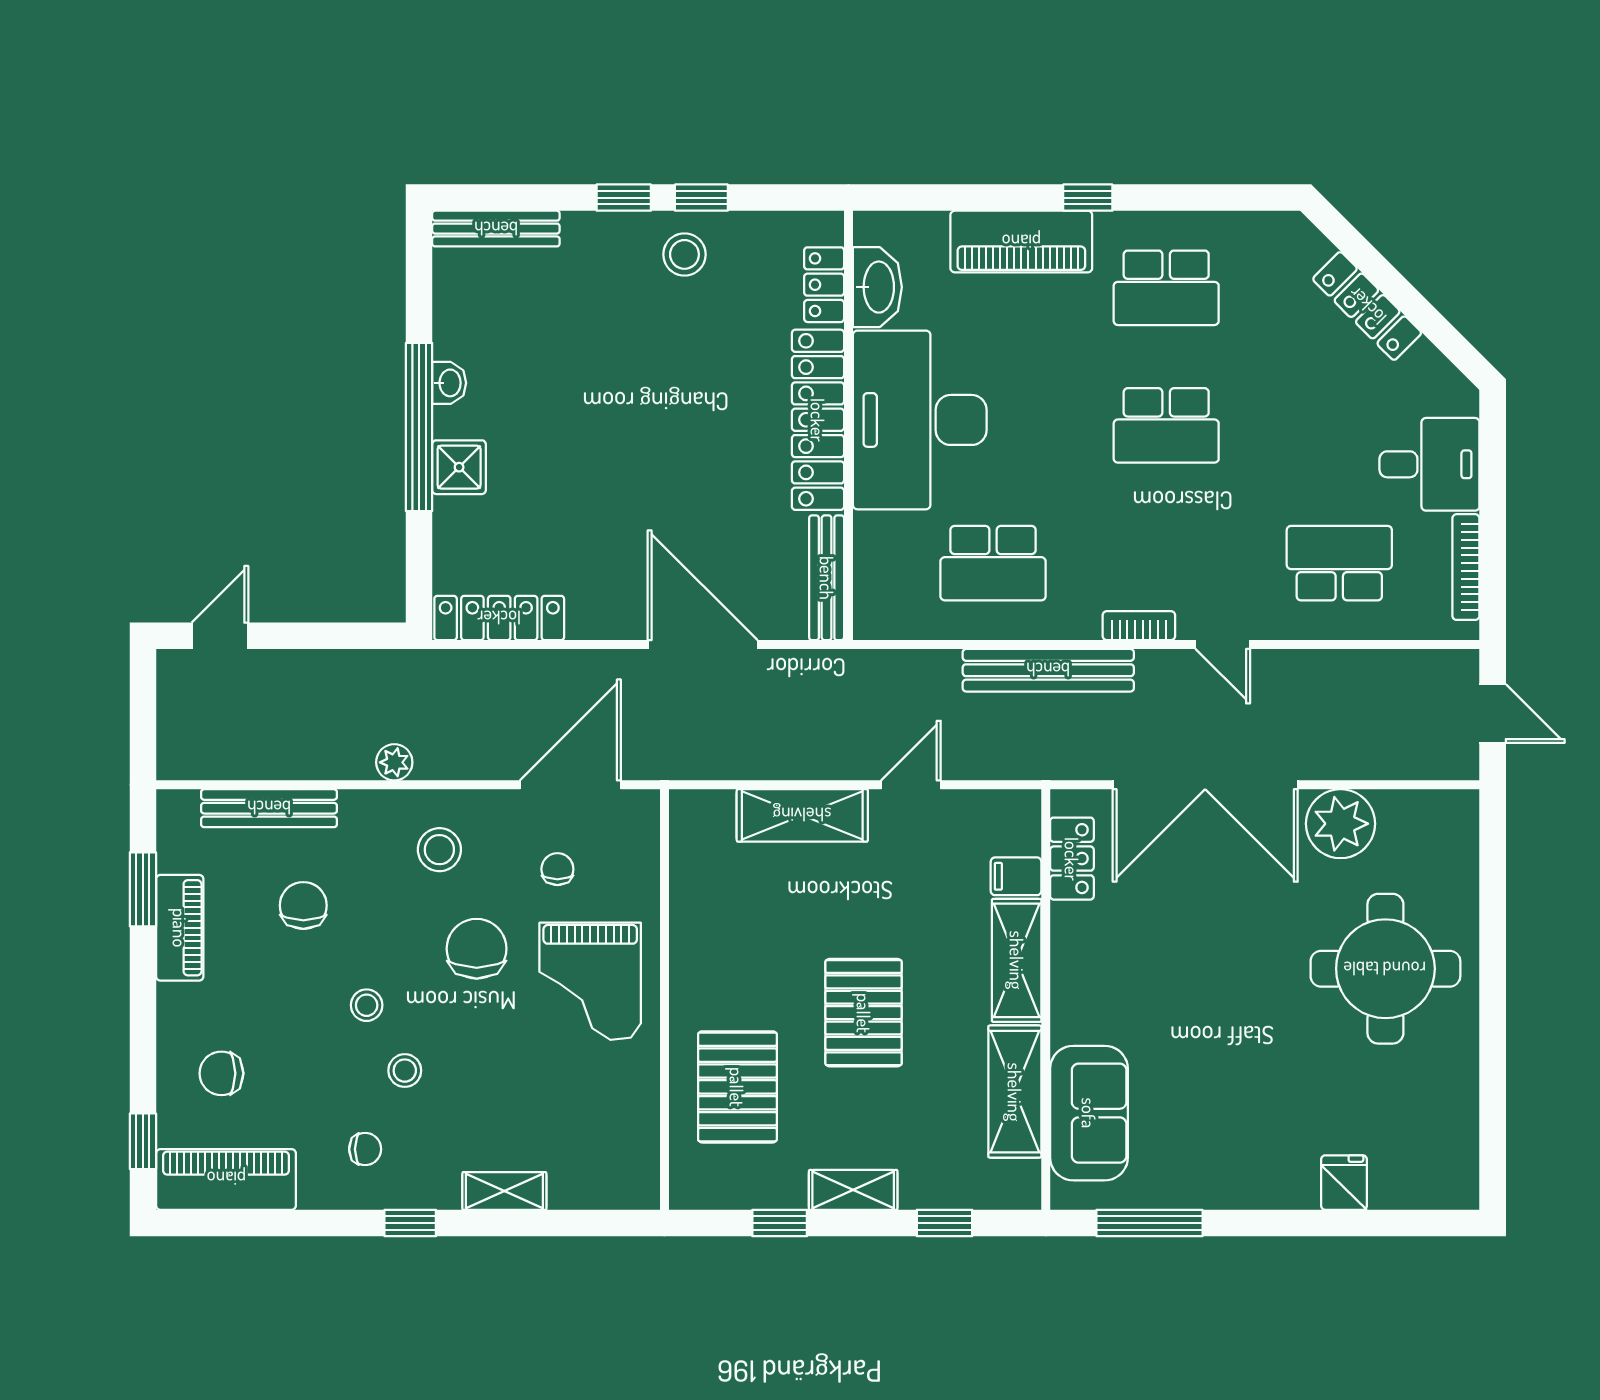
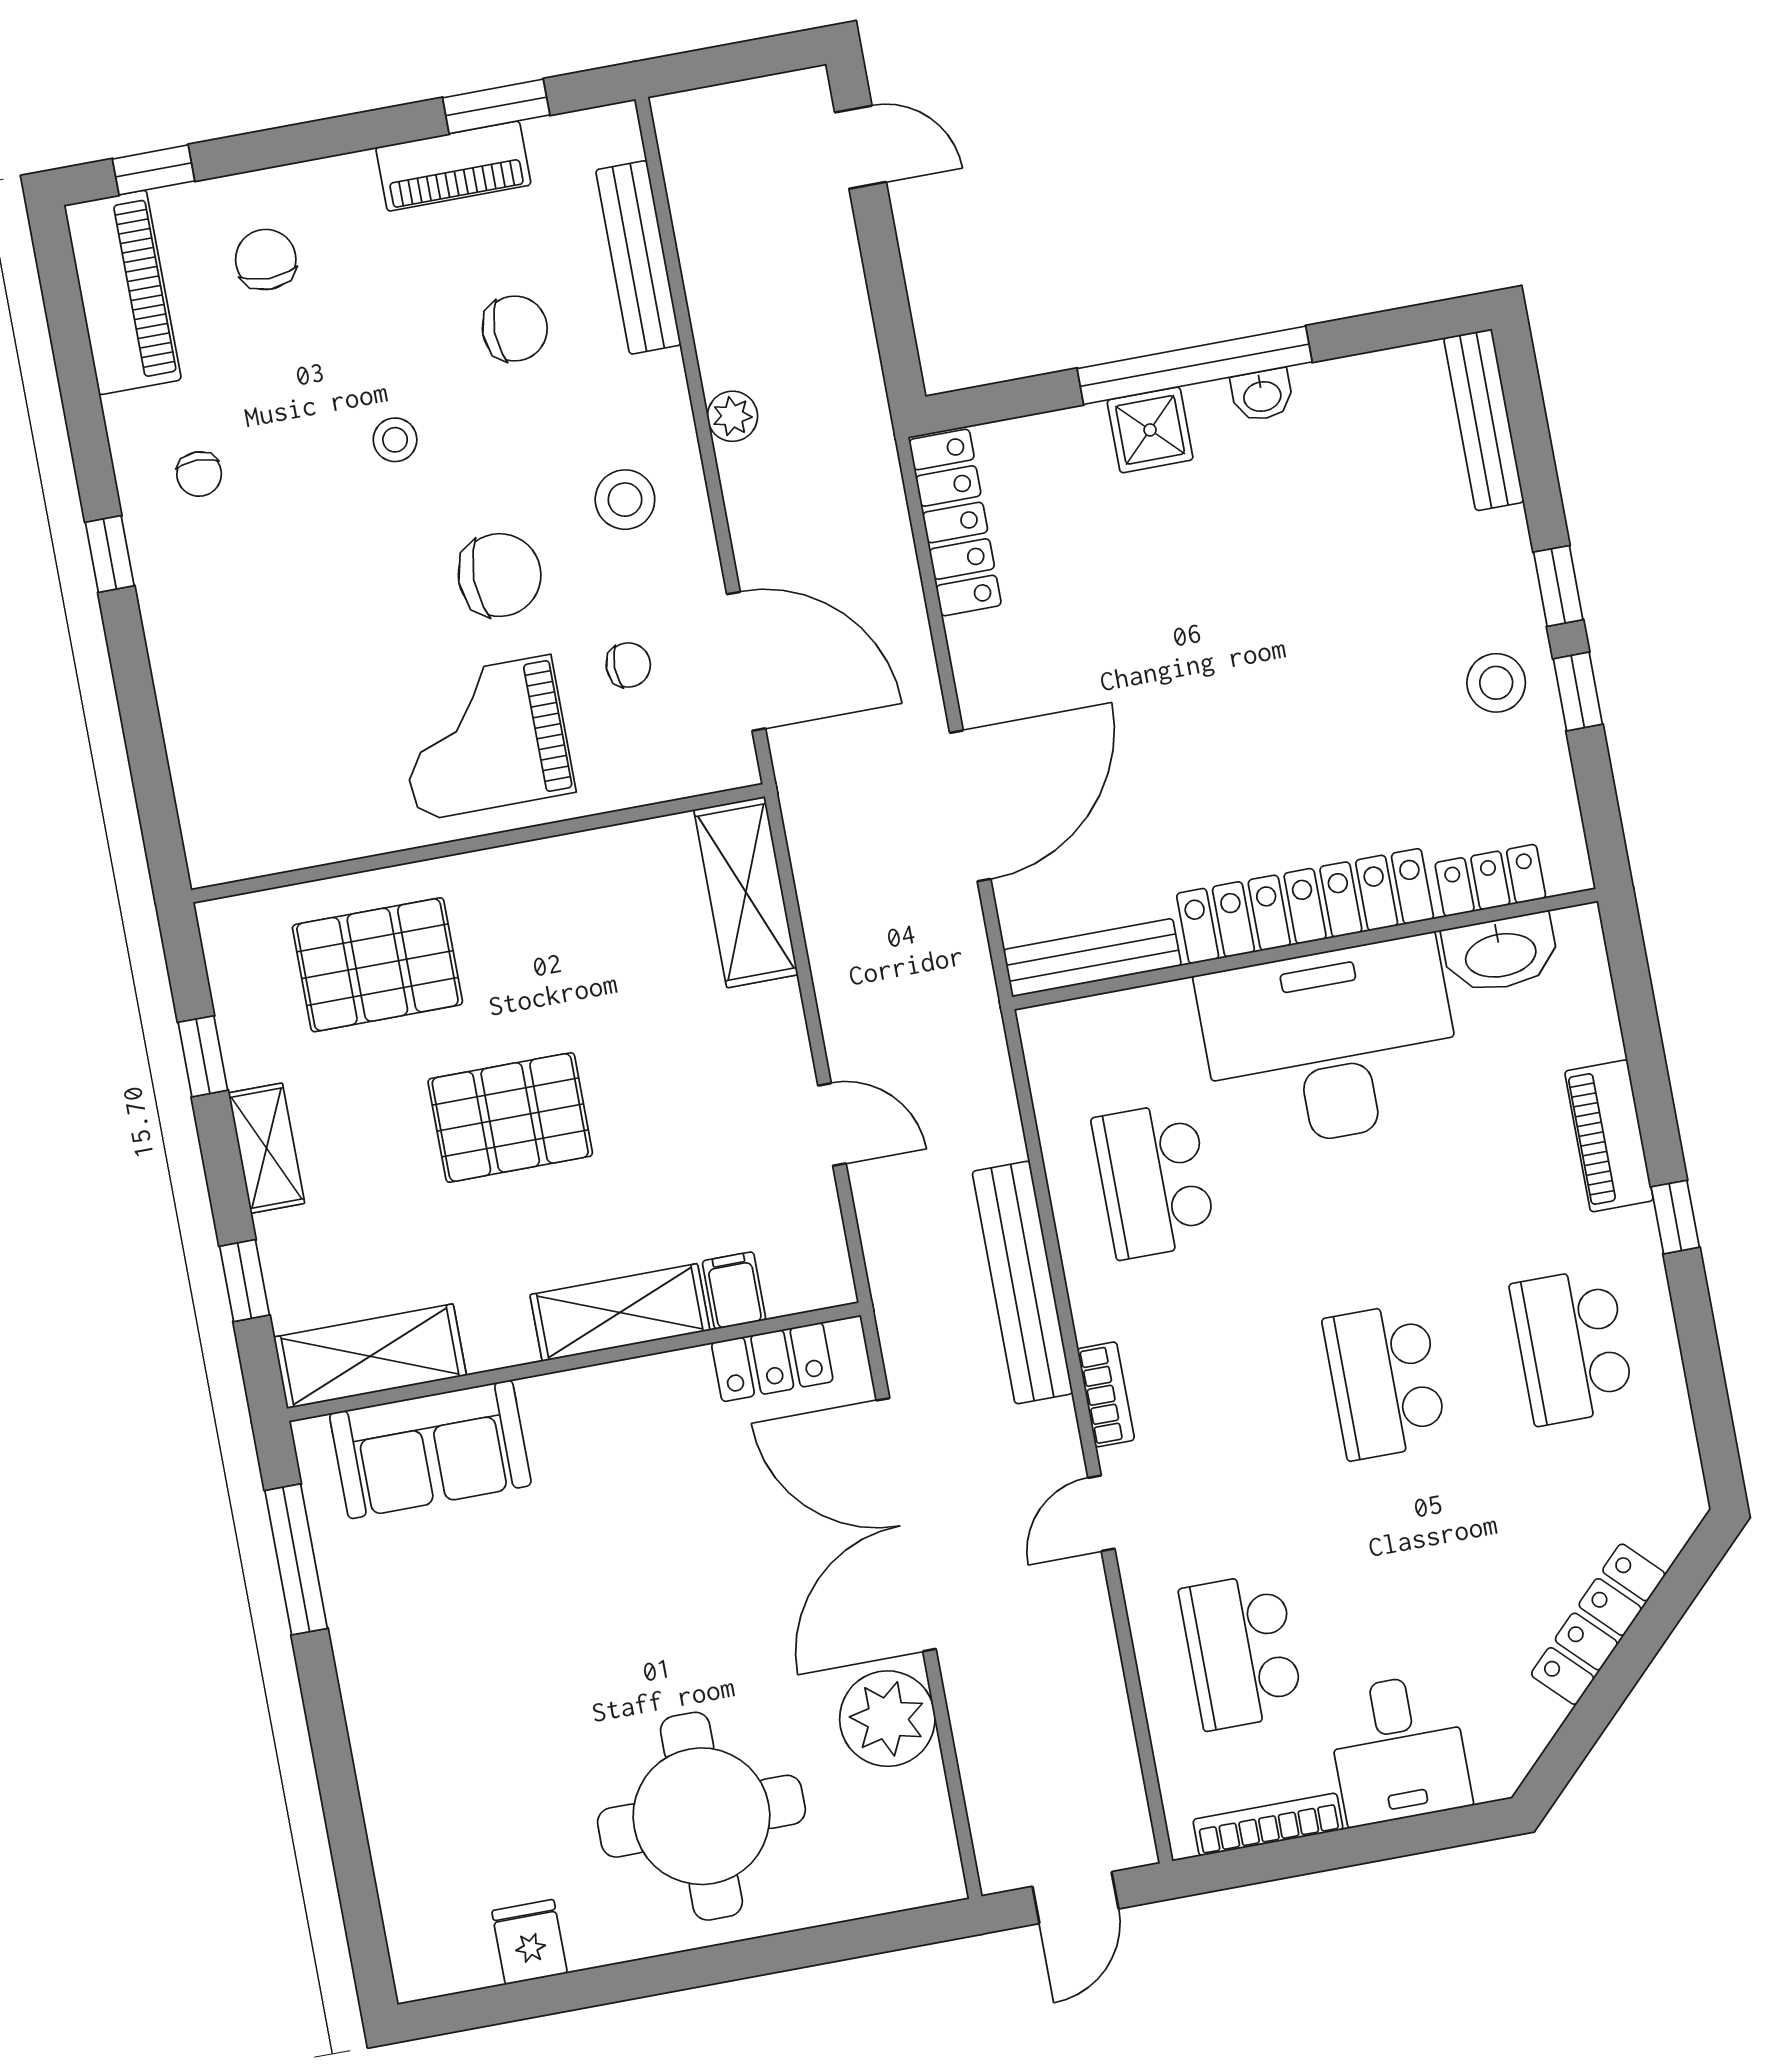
piano: (1021, 242) -> (1609, 1136), width x0.73, depth x0.75
school desk: (1339, 563) -> (1241, 1651), turned 180
shelving: (802, 815) -> (746, 892), moved
stool: (405, 1071) -> (316, 508), removed
shelving: (1015, 1092) -> (370, 1356), moved
fridge: (1344, 1183) -> (530, 1942), moved, turned -90
shelving: (504, 1191) -> (177, 674), removed

